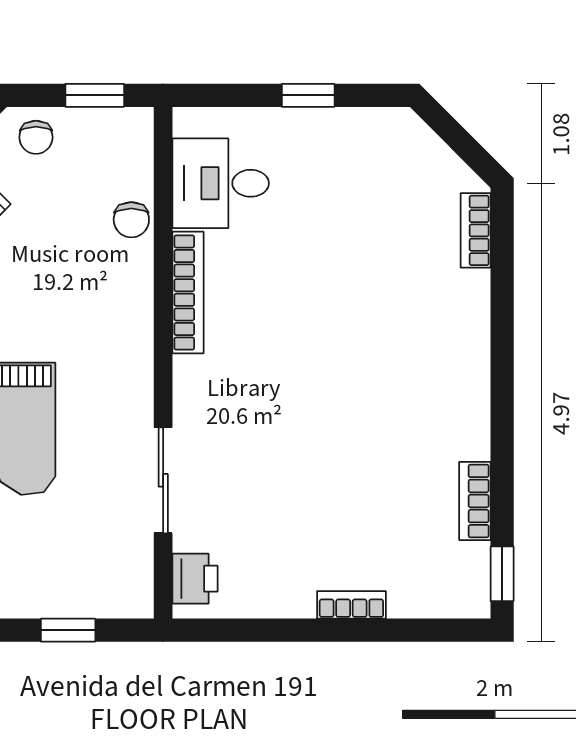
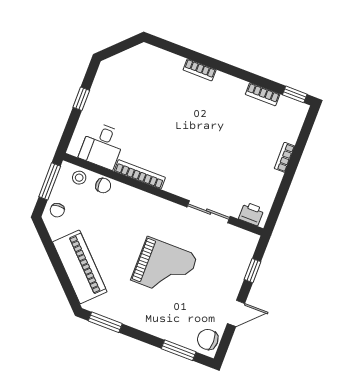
window: (95, 95) -> (50, 181), width x1.50
chair: (36, 137) -> (57, 210), turned 86
stool: (128, 159) -> (79, 178), added
bookcase: (476, 230) -> (200, 70), moved

